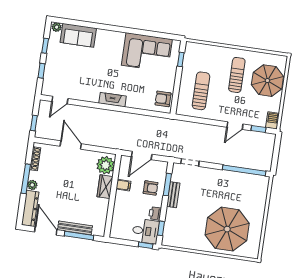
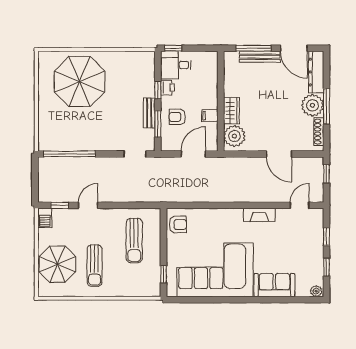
sofa: (78, 35) -> (274, 285), moved
corner sofa: (147, 52) -> (215, 270), width x1.36, depth x1.36
fireplace: (113, 100) -> (259, 215), moved
plant: (32, 185) -> (312, 105), width x1.87, depth x1.87
window: (161, 228) -> (158, 90), moved

